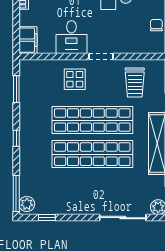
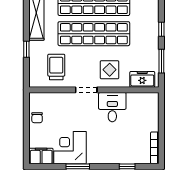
filing cabinet: (28, 40) -> (151, 105), removed
freezer: (38, 69) -> (142, 79), added
window: (16, 138) -> (161, 29), moved

